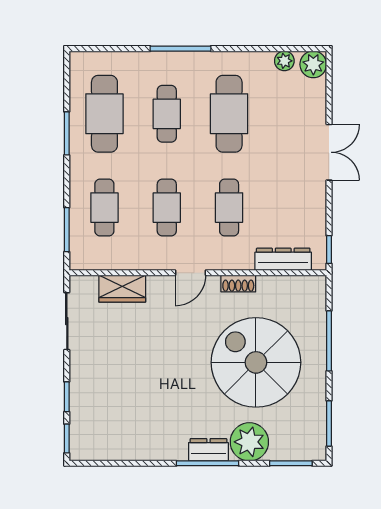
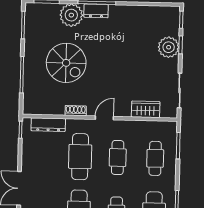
cafe table: (229, 208) -> (80, 157), width x1.37, depth x1.35
spiral stairs: (256, 362) -> (66, 63), width x0.73, depth x0.73
plant: (87, 393) -> (169, 47), added

